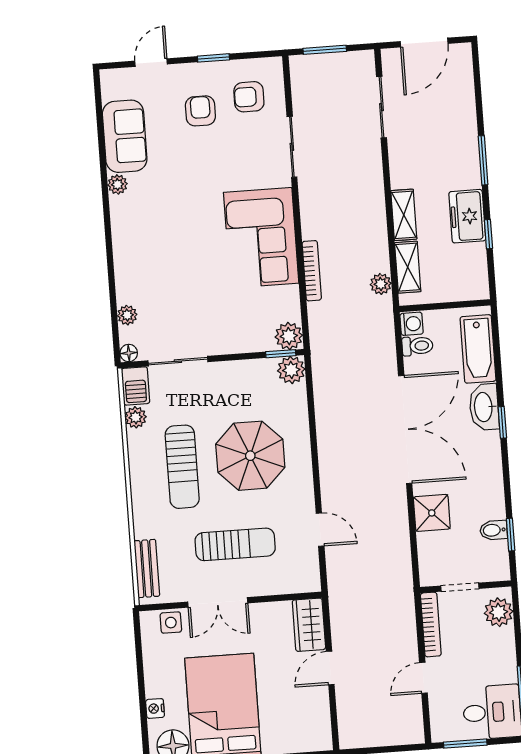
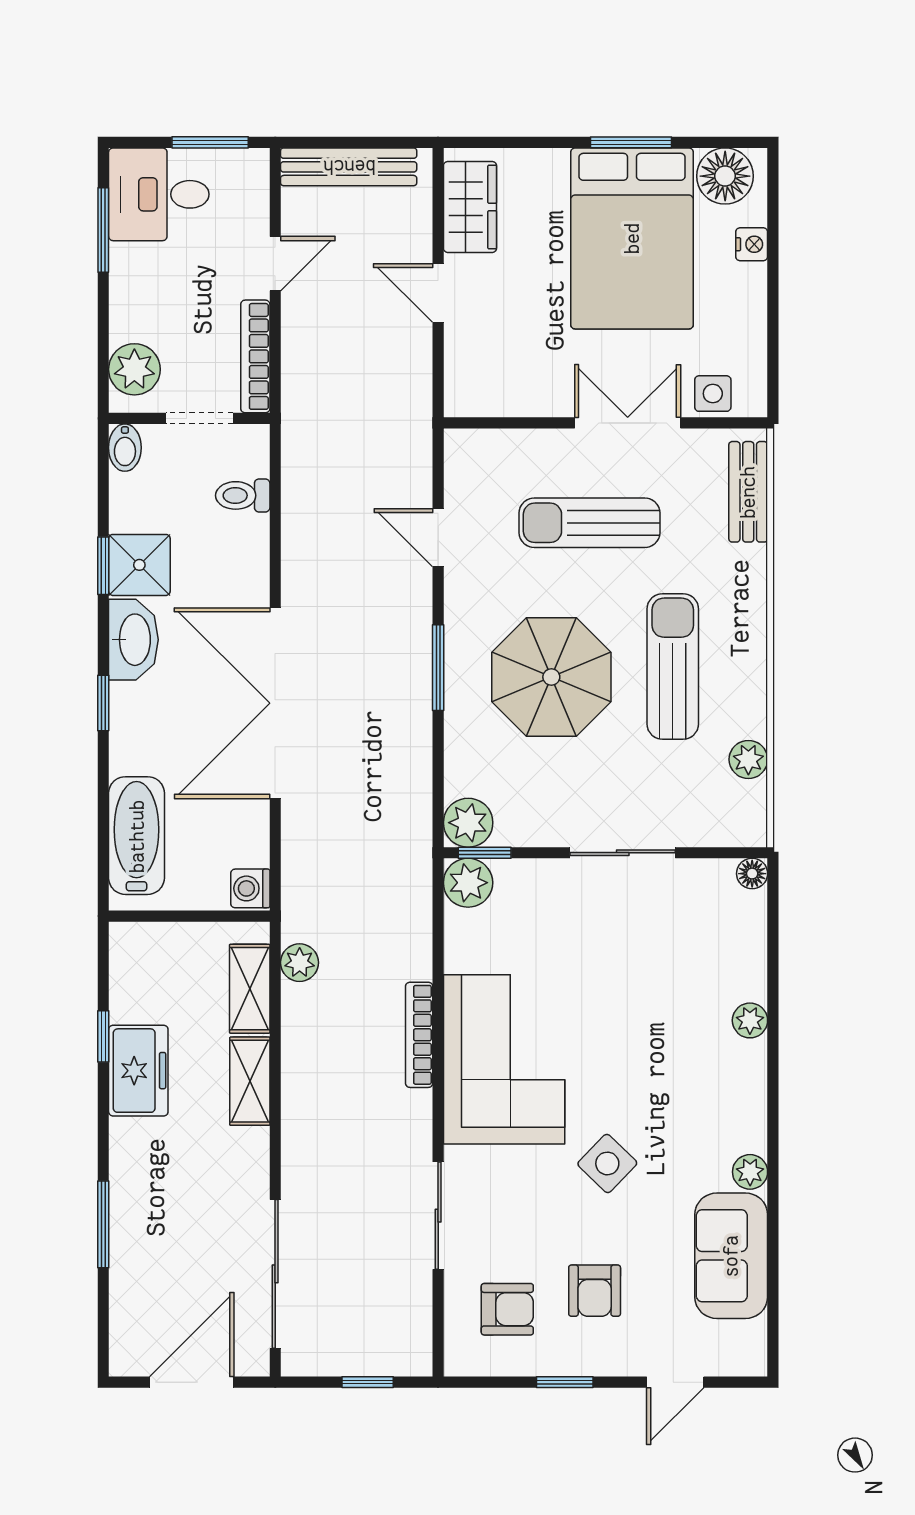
window: (325, 50) -> (368, 1382), width x0.67
sliding door: (382, 107) -> (275, 1274), width x1.37
window: (483, 160) -> (103, 1224), moved
side table: (198, 183) -> (607, 1163), added
bookcase: (312, 271) -> (419, 1035), moved
plant: (127, 315) -> (750, 1020), moved
toilet: (417, 346) -> (243, 495), moved
sliding door: (178, 361) -> (623, 853), moved
barbecue: (136, 386) -> (744, 815), removed
washbasin: (484, 407) -> (133, 640), moved
window: (315, 456) -> (438, 668), added
shower: (432, 513) -> (139, 565), moved
bidet: (494, 530) -> (125, 448), moved, turned 90
window: (511, 535) -> (103, 566), moved
wardrobe: (309, 625) -> (470, 207), moved
door: (330, 668) -> (438, 293), swing flipped
bench: (386, 735) -> (349, 167), added

